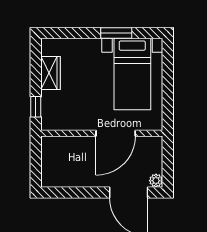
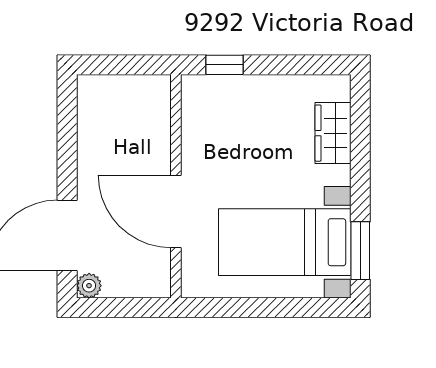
window: (116, 33) -> (360, 251), moved
wardrobe: (51, 73) -> (333, 133), moved, turned 90

